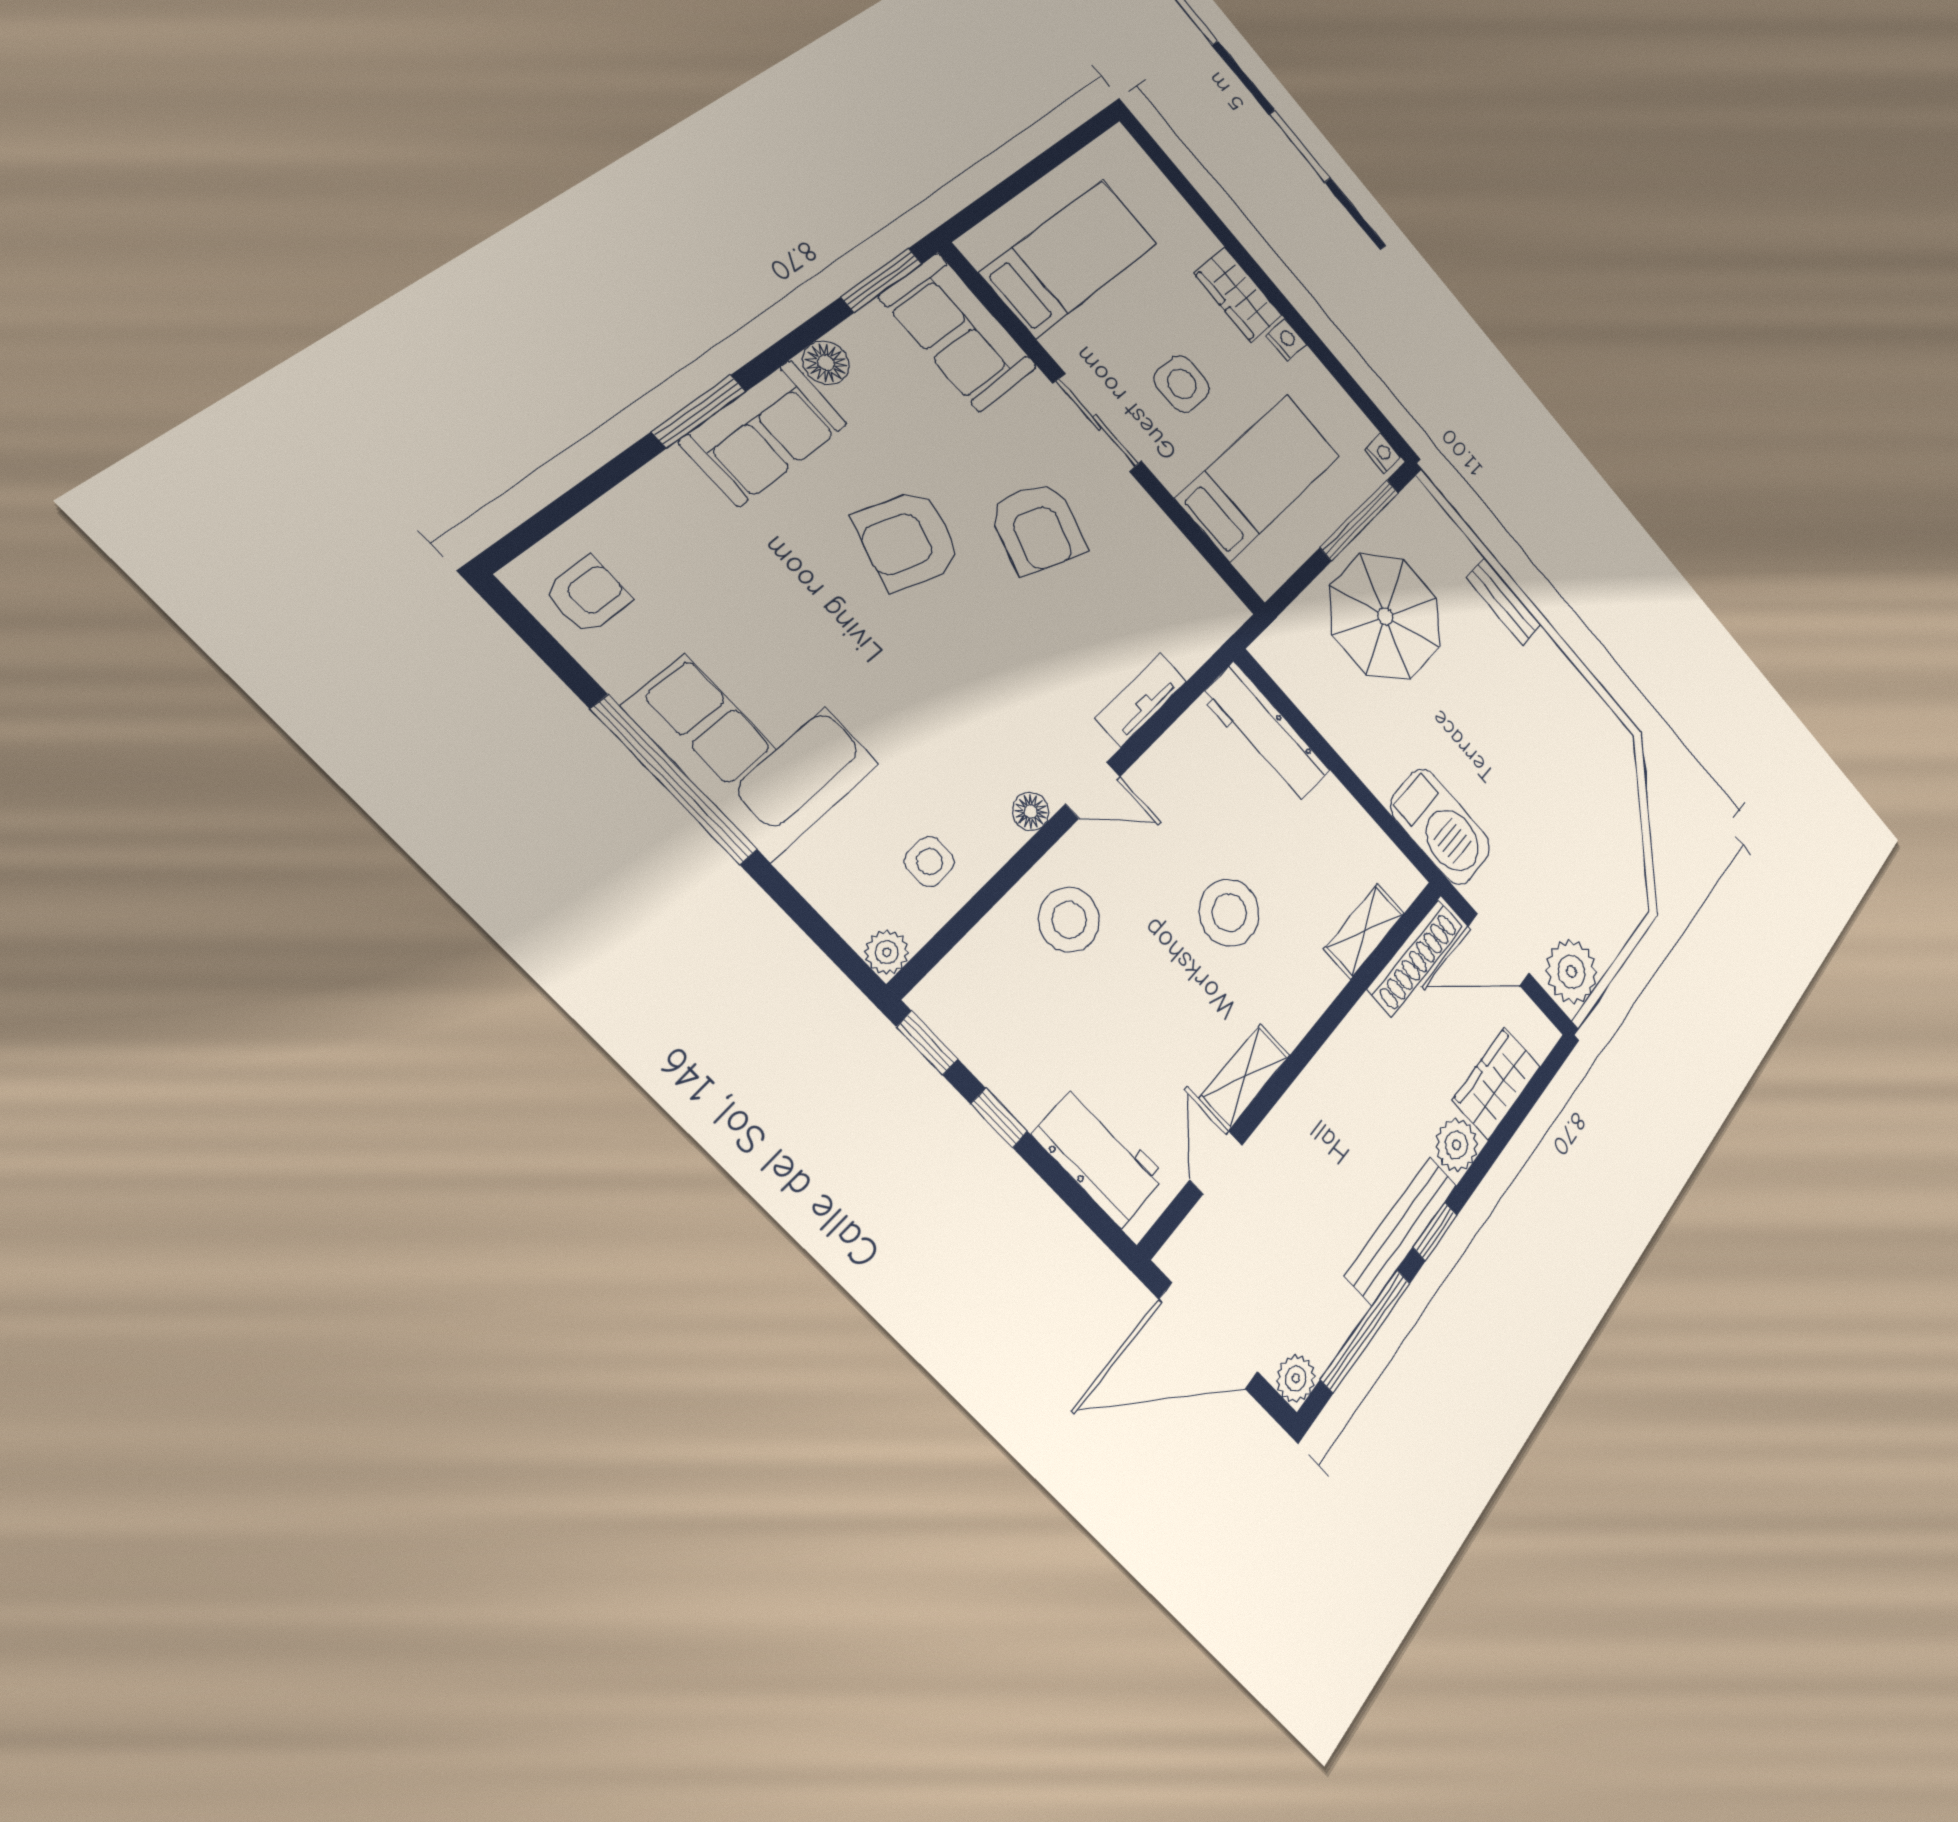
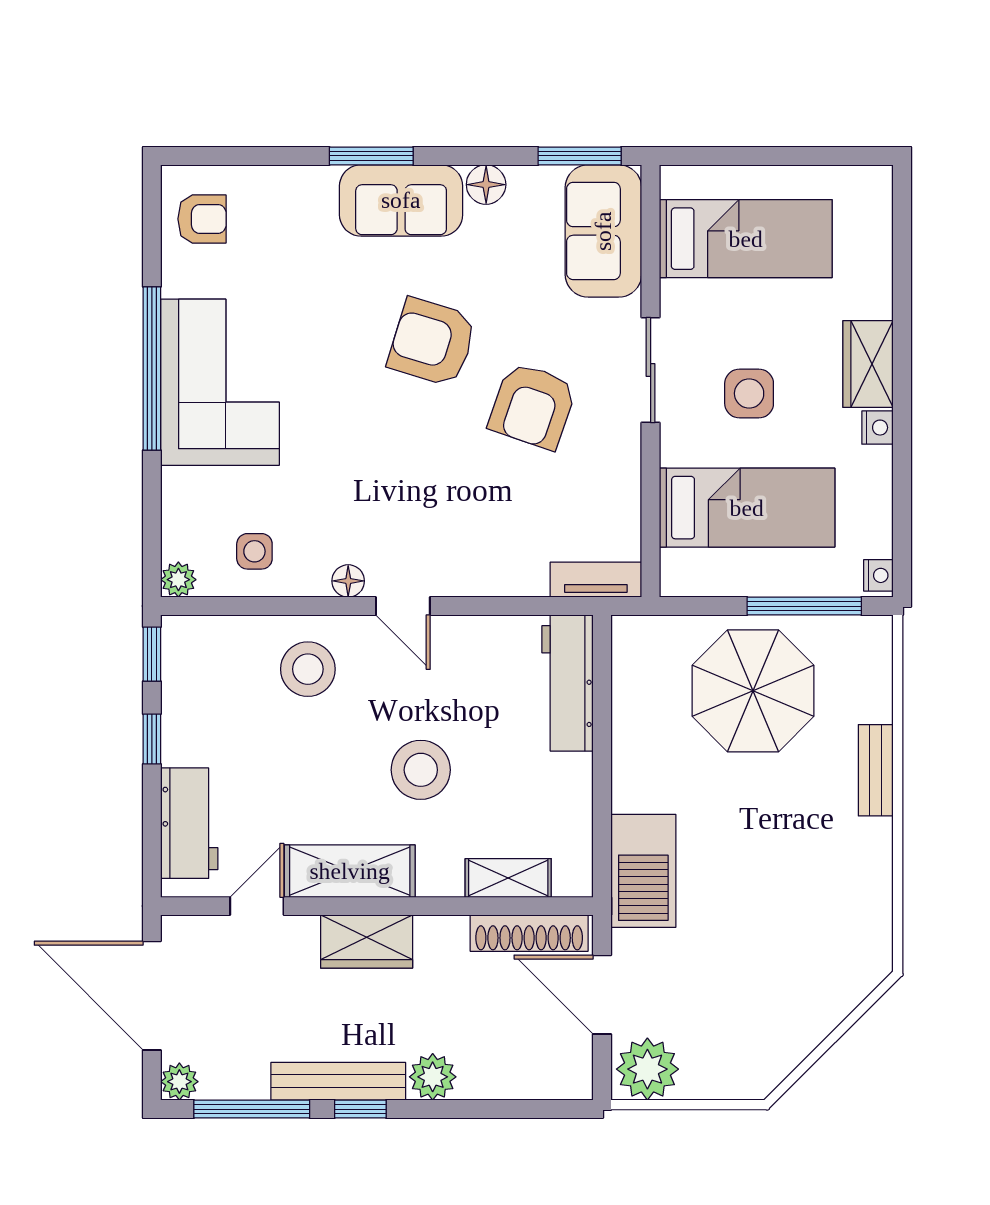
tv unit: (1141, 700) -> (596, 580), moved
shelving: (1245, 1077) -> (350, 871), width x1.50, depth x1.33
wardrobe: (1497, 1083) -> (367, 942), moved, turned 180

